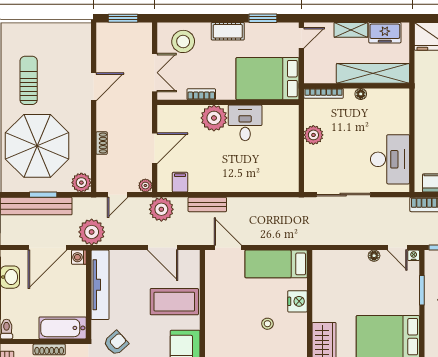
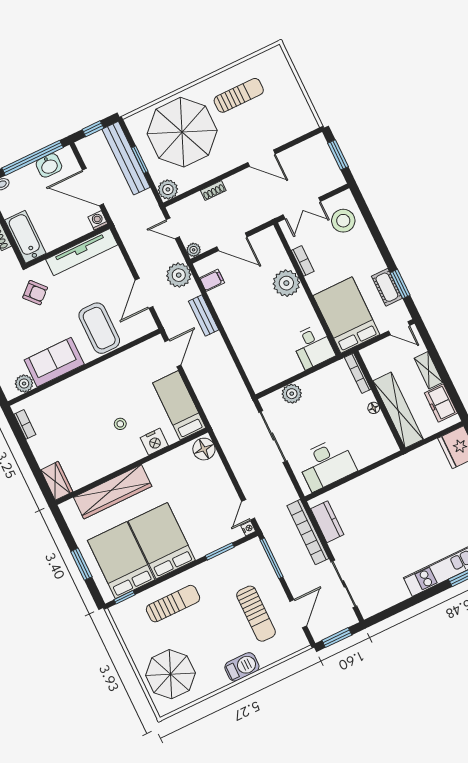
cot: (228, 31) -> (387, 287), moved
desk: (245, 123) -> (313, 346), moved, turned 90
plant: (313, 135) -> (292, 394), moved
plant: (92, 232) -> (127, 221), removed
floor lamp: (374, 256) -> (204, 449), moved, width x1.89, depth x1.89

